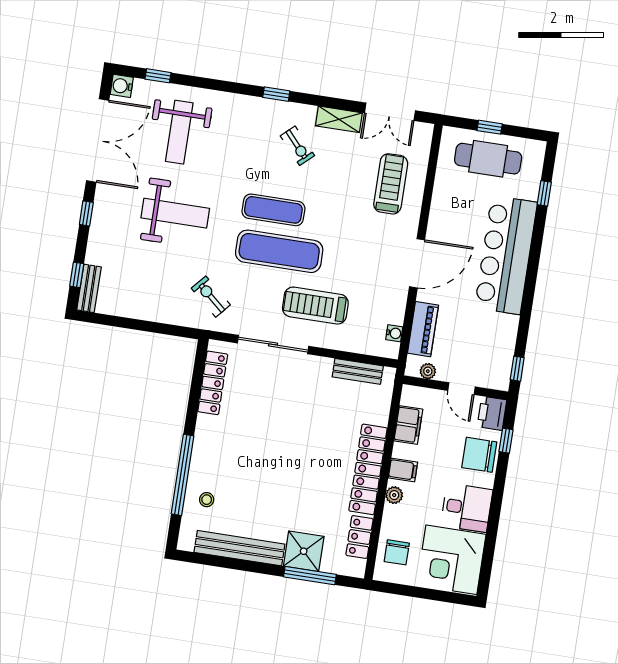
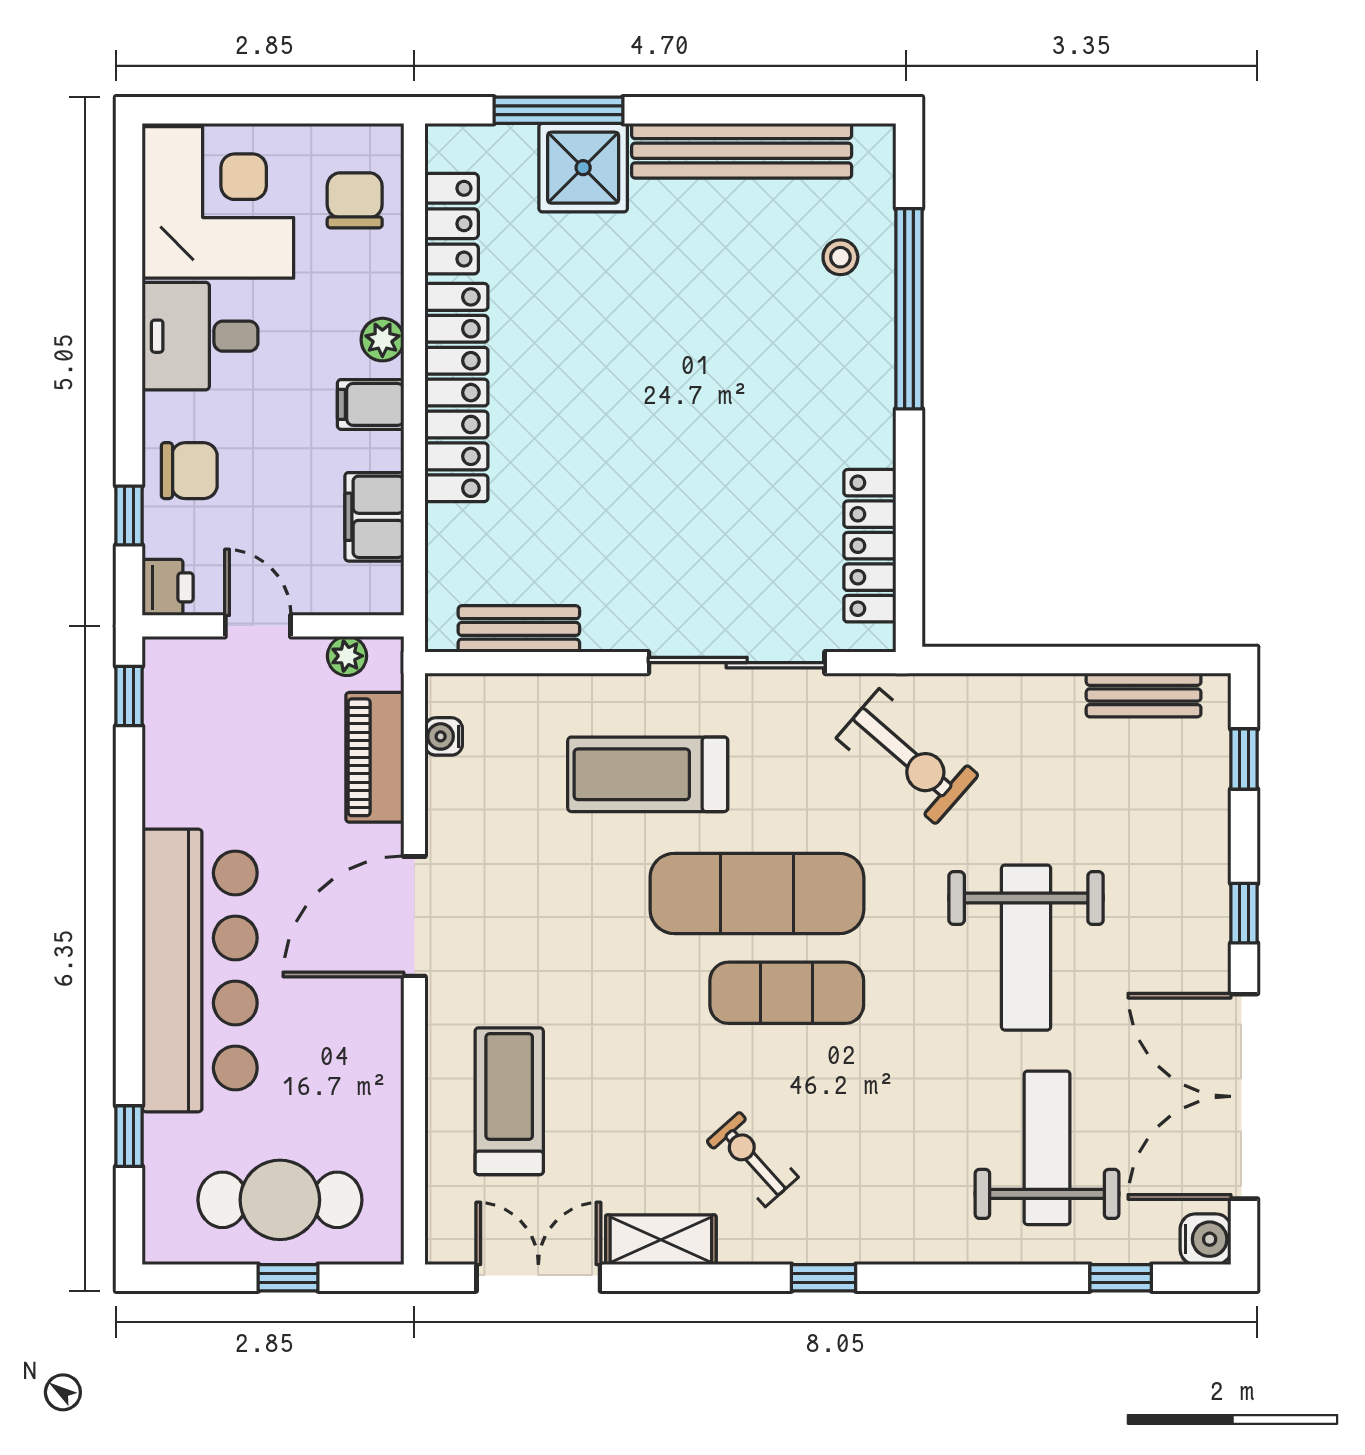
treadmill: (391, 184) -> (509, 1101), turned 180
weight bench: (175, 213) -> (1026, 948), turned -90
bench: (89, 288) -> (1144, 695), moved, turned 90
exercise bike: (211, 297) -> (907, 757), width x1.38, depth x1.39
treadmill: (315, 306) -> (648, 774), turned 180
printer: (492, 413) -> (168, 587), width x0.73, depth x0.81
chair: (479, 455) -> (189, 471), width x0.73, depth x0.73

